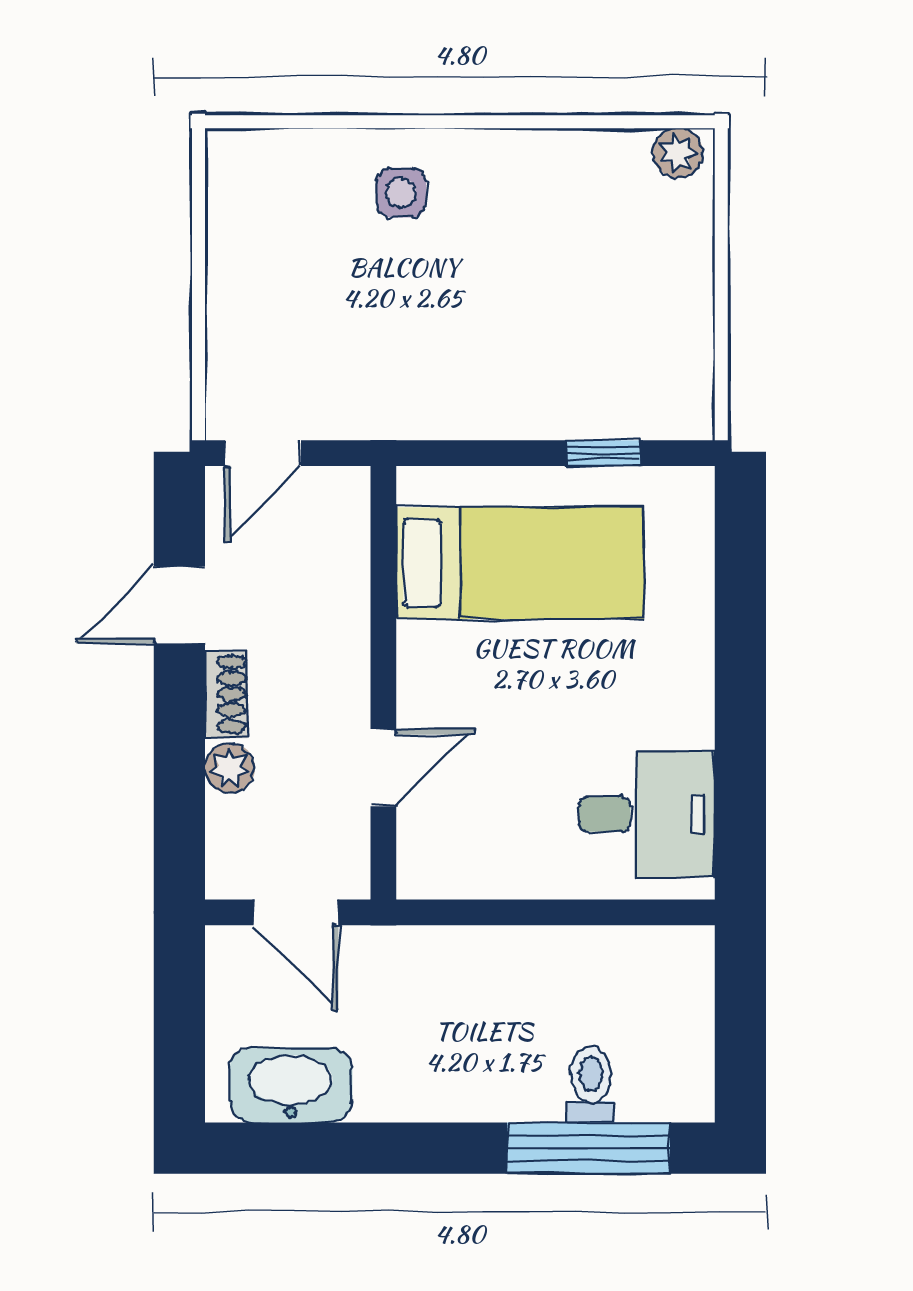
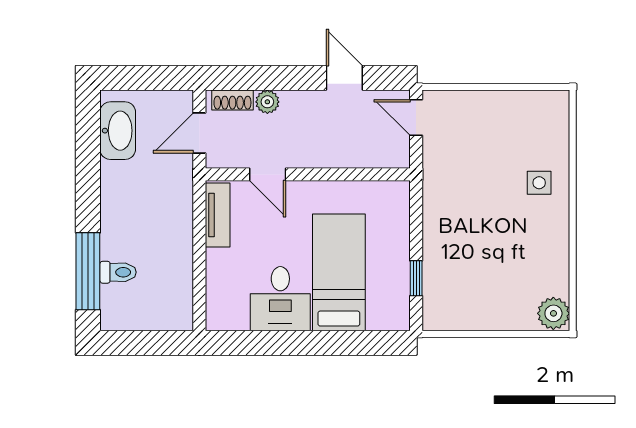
plant: (678, 153) -> (553, 313), width x1.38, depth x1.38
bed: (520, 563) -> (339, 272), moved, turned 180
shoe rack: (226, 694) -> (232, 100), moved
desk: (647, 814) -> (280, 299), moved
tv unit: (469, 874) -> (218, 215), added

